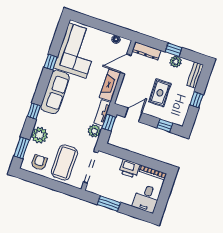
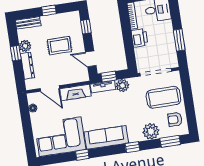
dresser: (147, 51) -> (27, 66), moved

